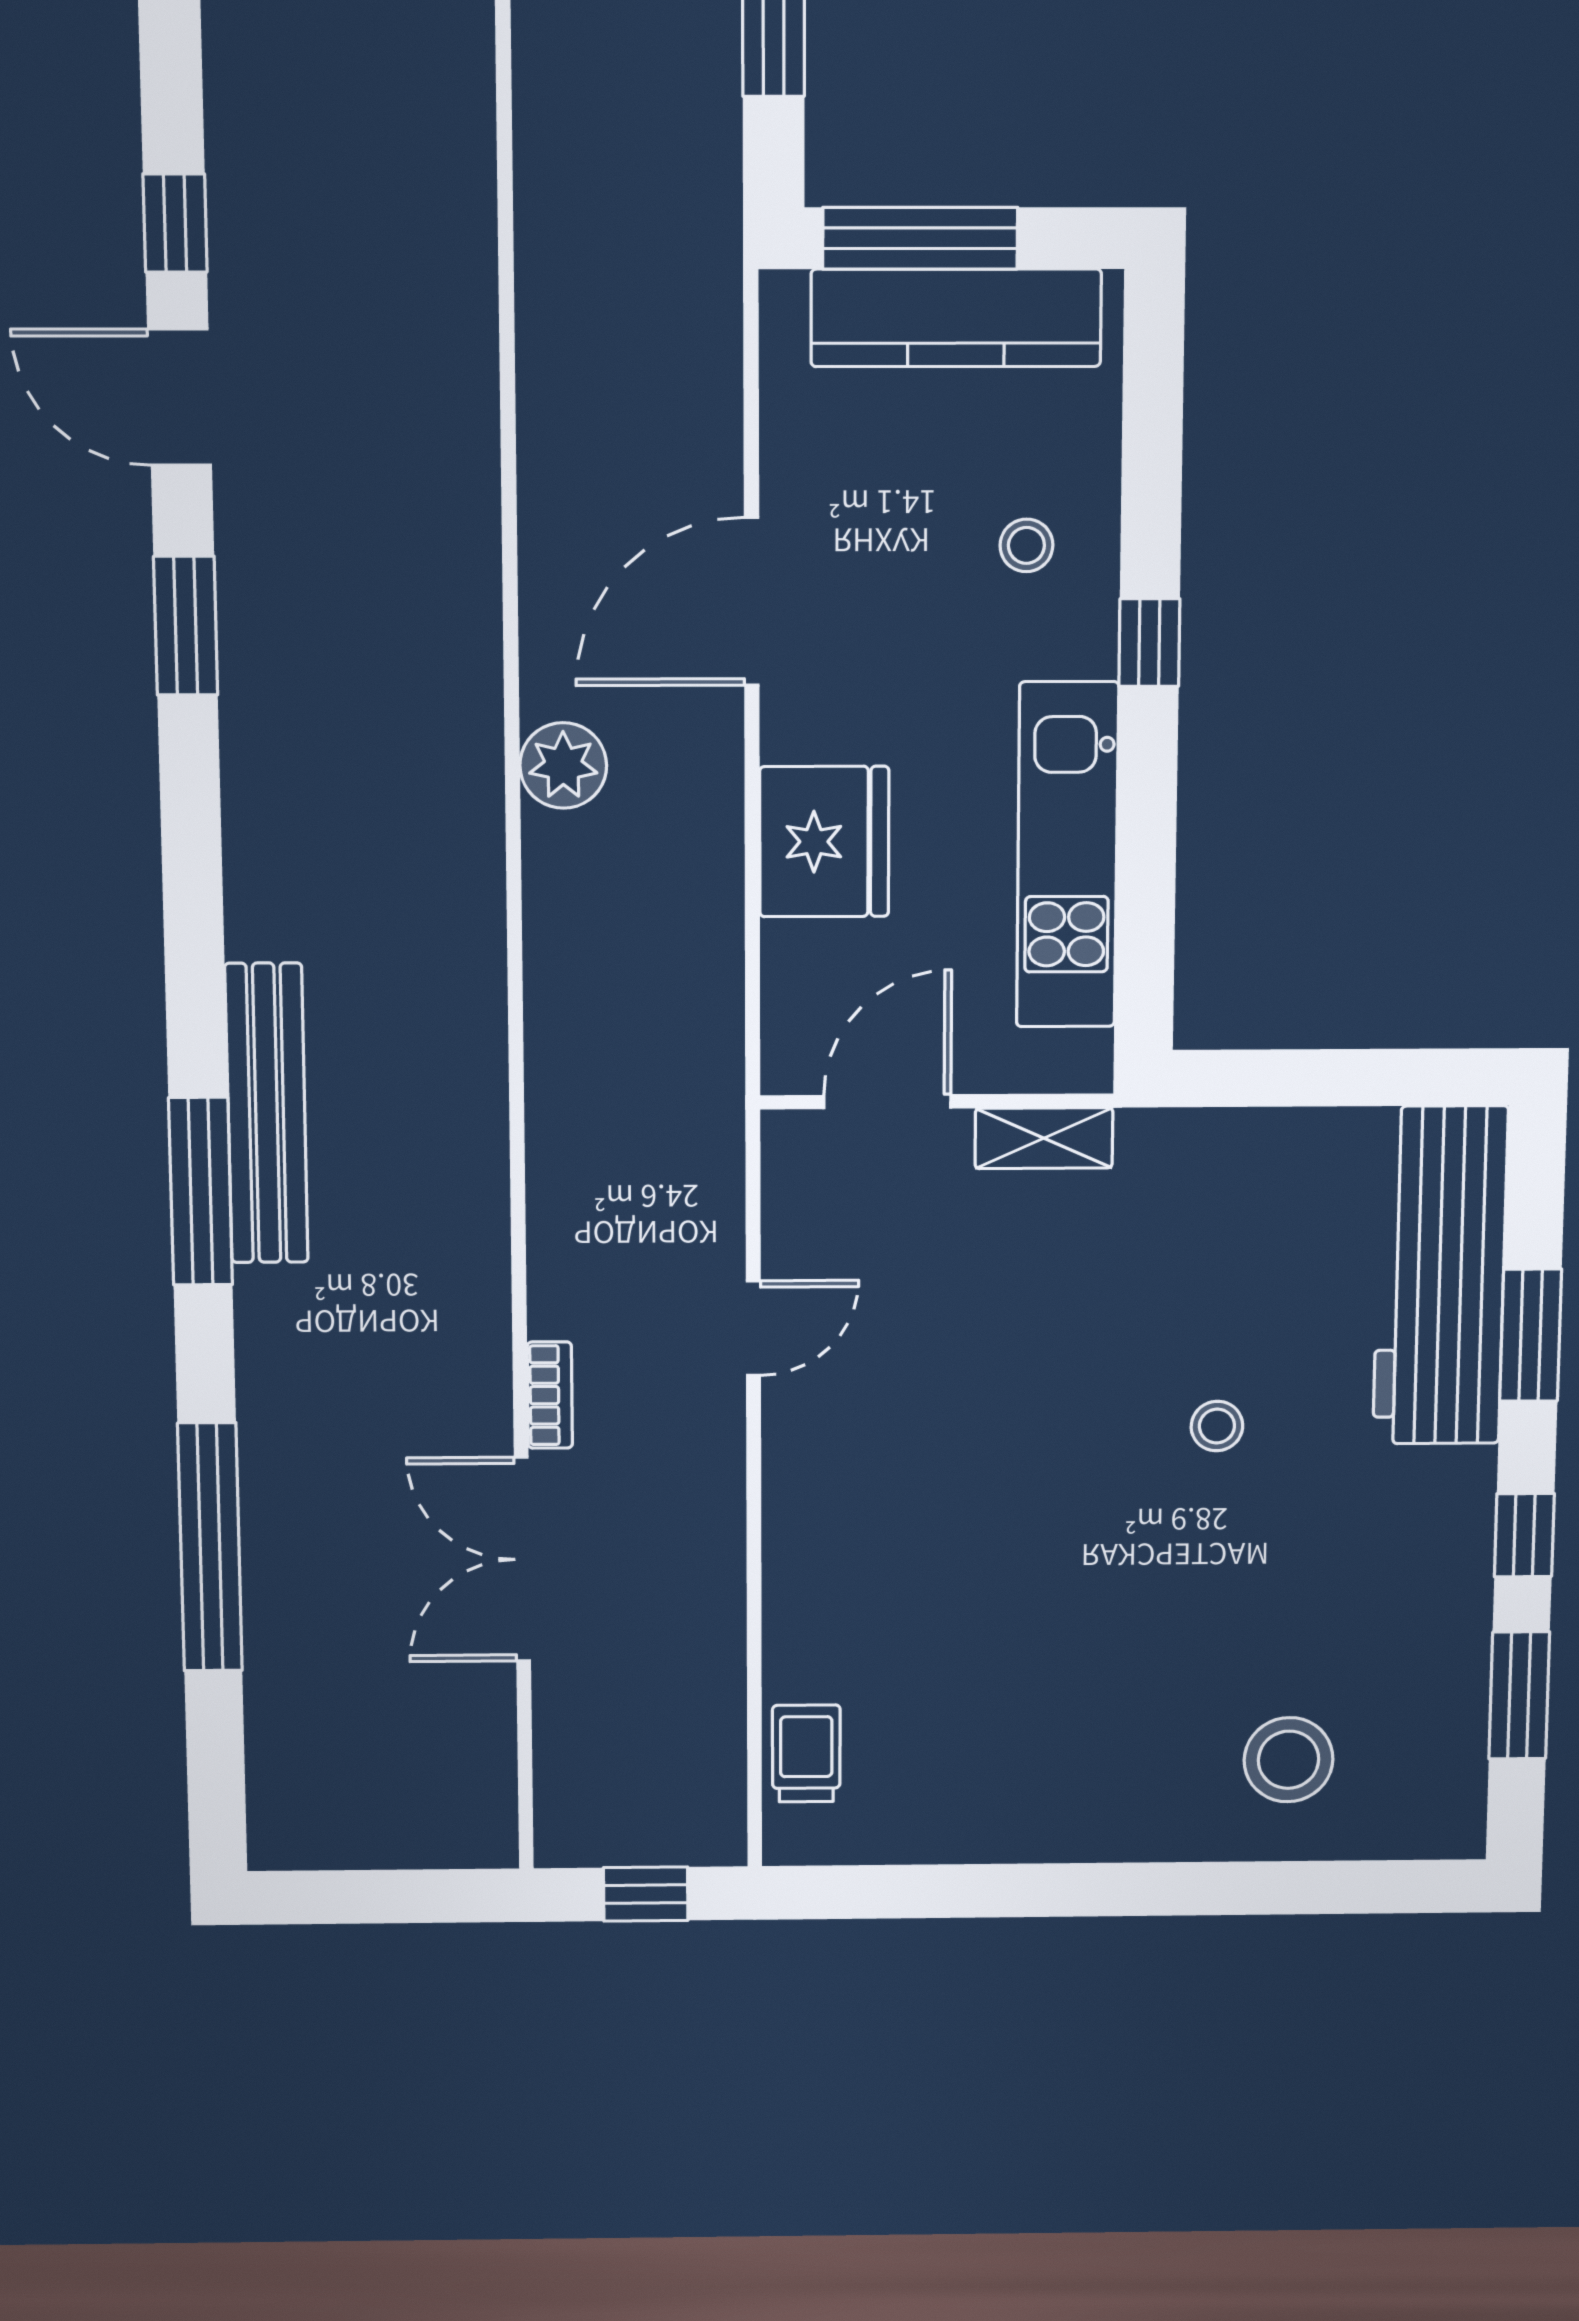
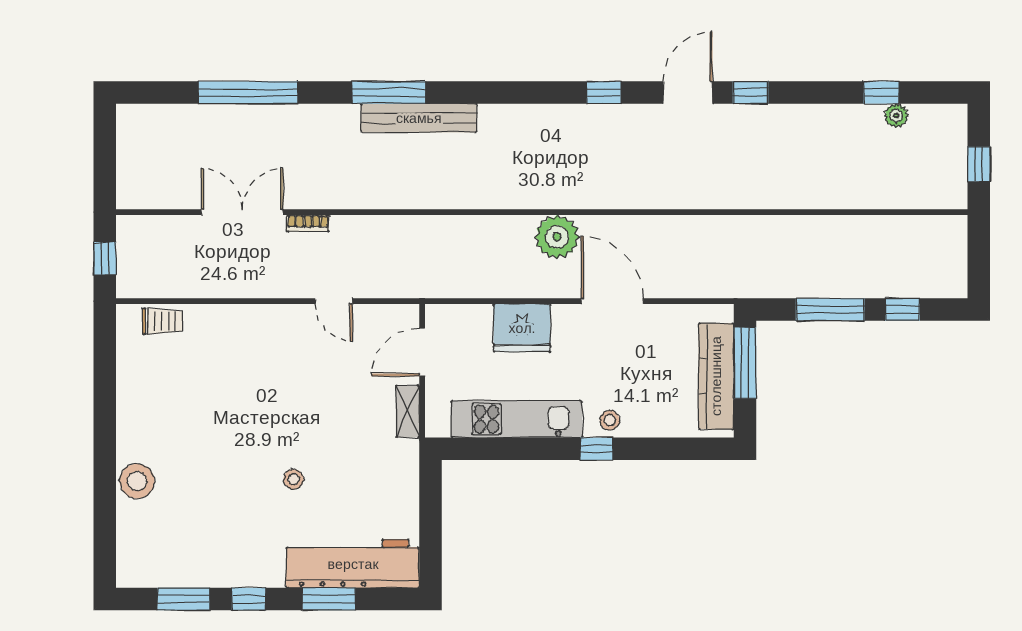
stool: (1026, 545) -> (610, 420), moved
window: (186, 626) -> (604, 92), width x0.67
plant: (563, 765) -> (557, 237), width x1.36, depth x1.36
door: (887, 1102) -> (422, 352), swing flipped
stool: (1289, 1760) -> (137, 481), moved

